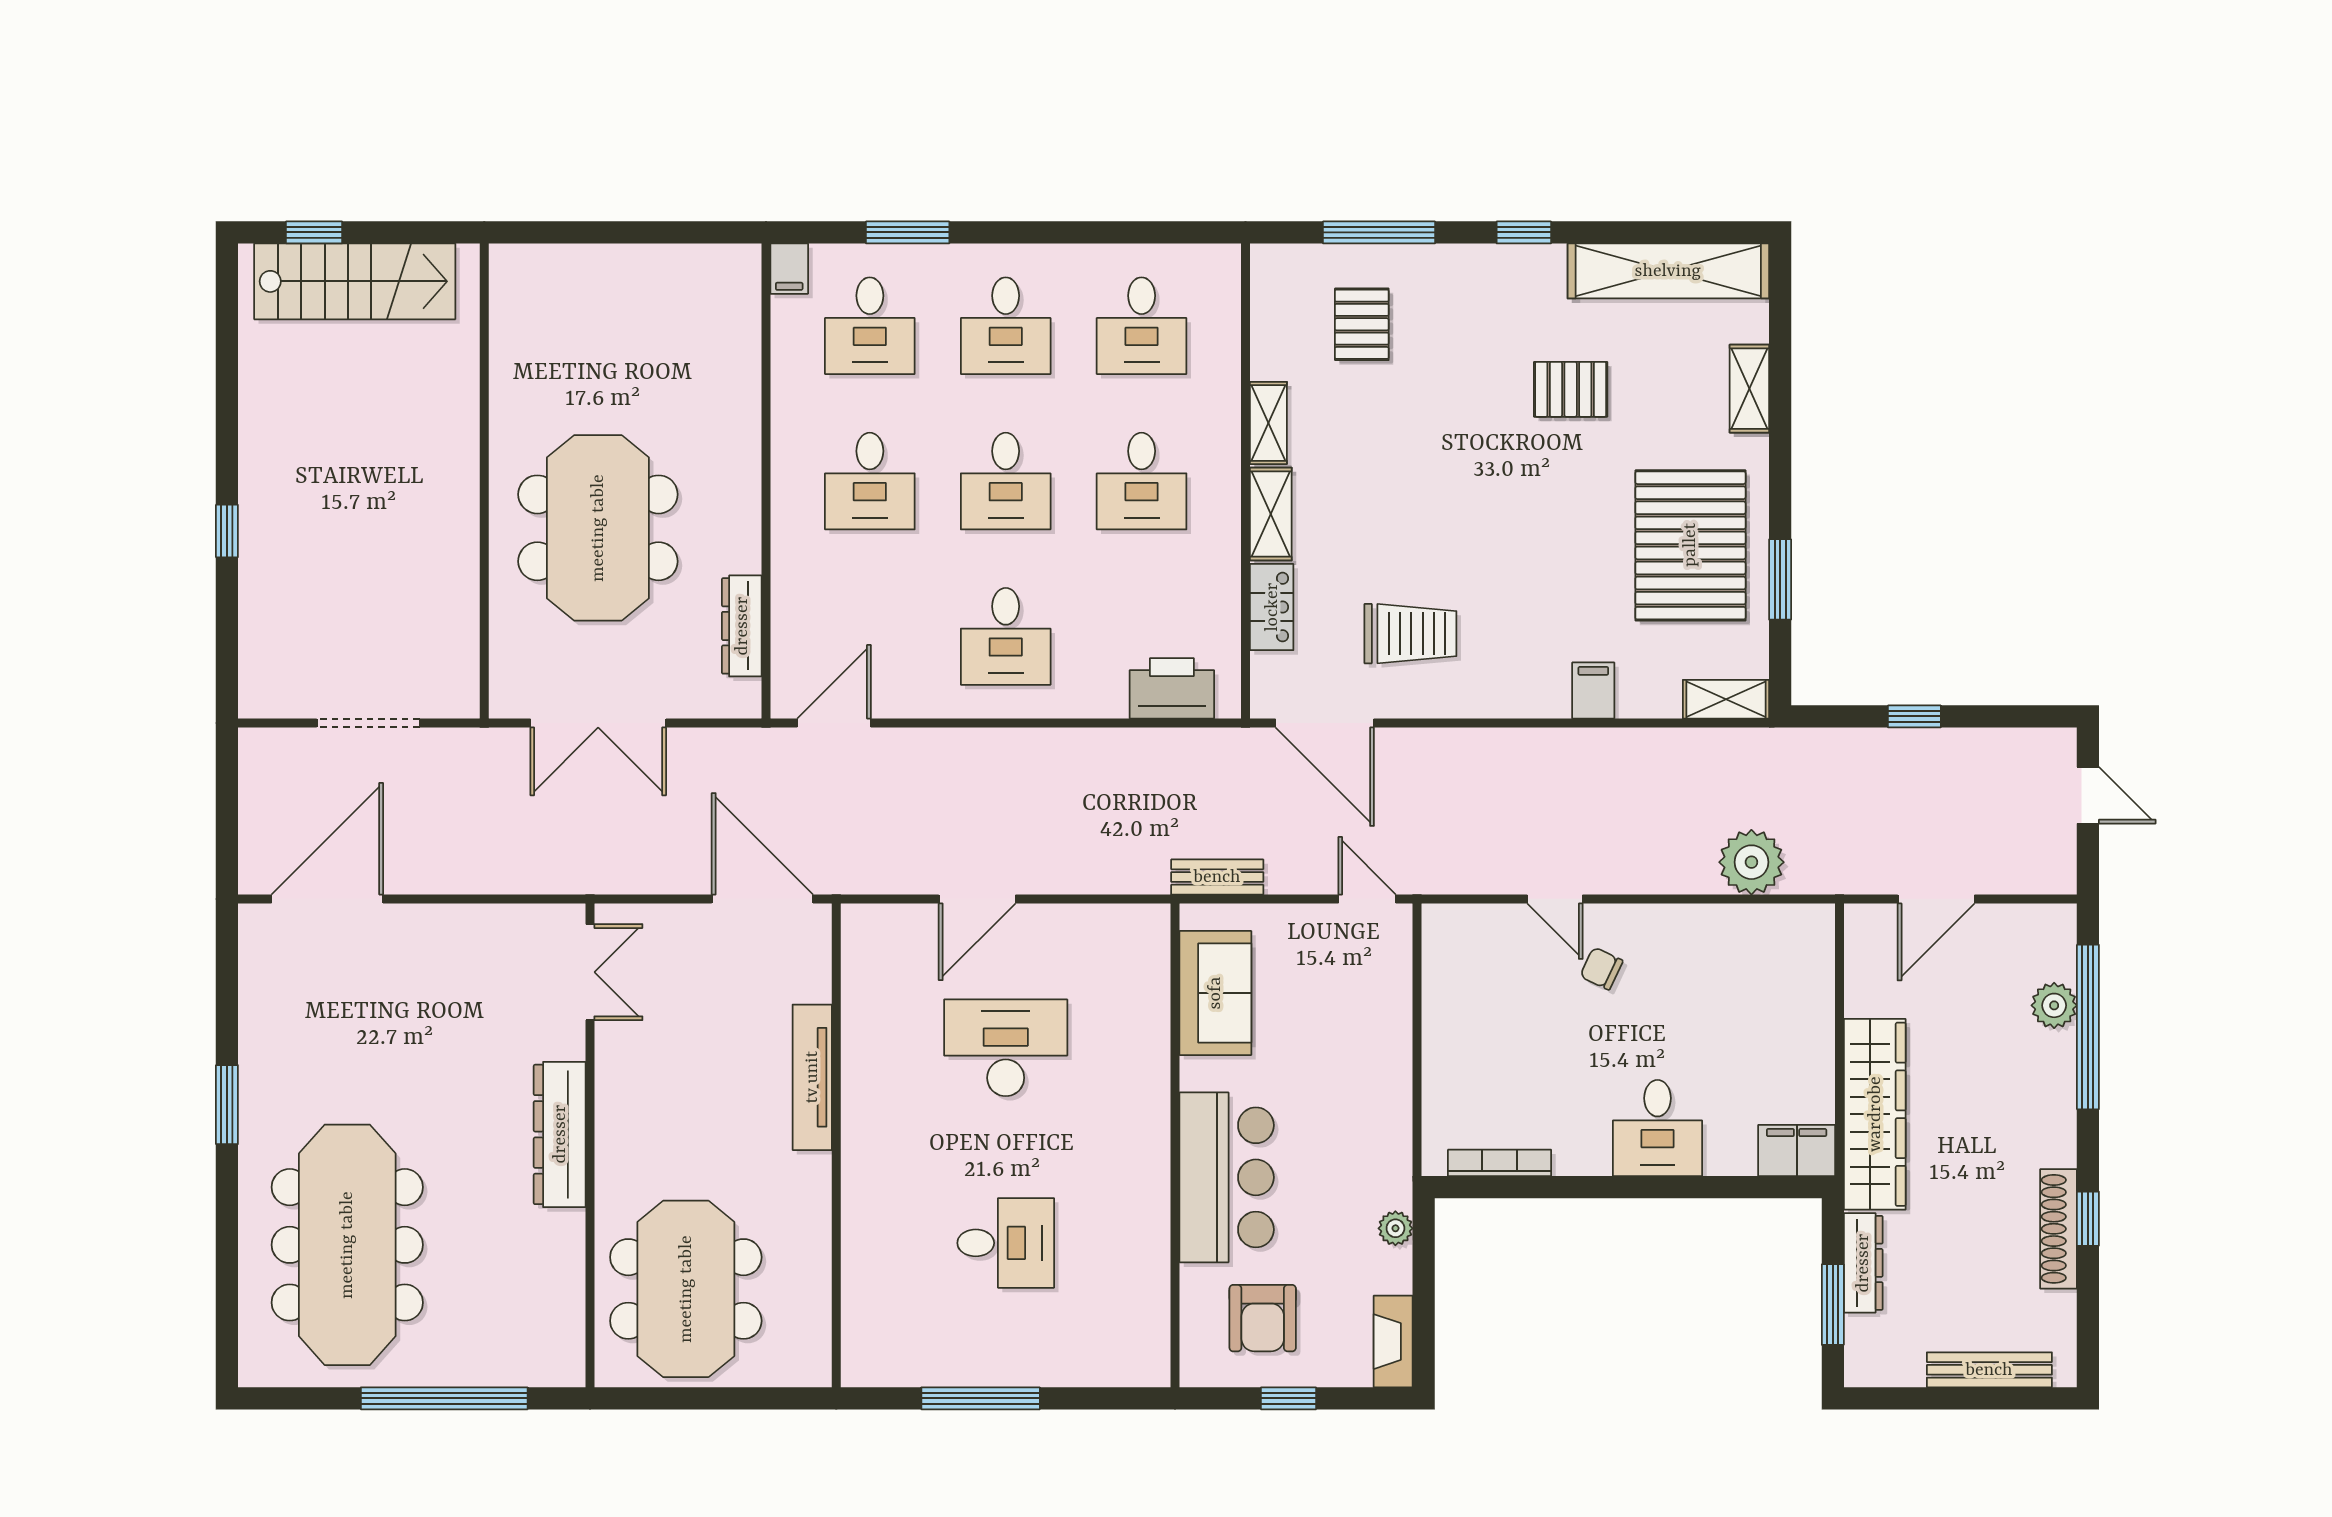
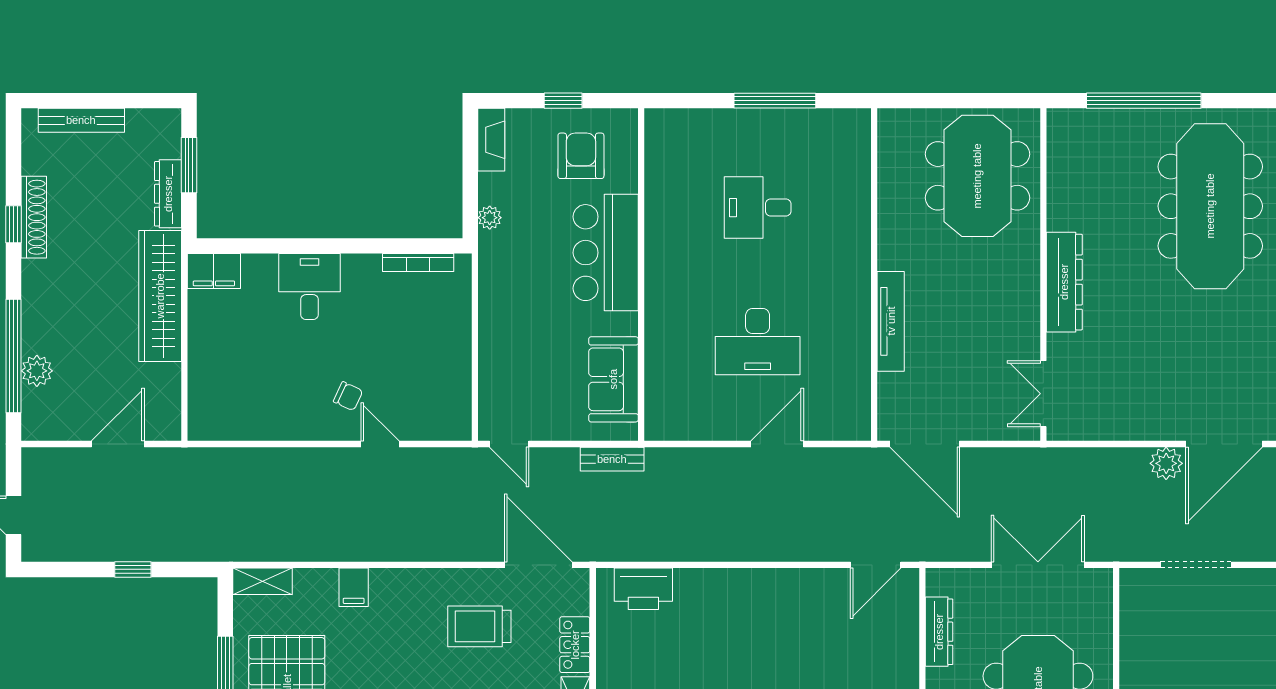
desk: (1006, 636) -> (758, 625), removed
plant: (1751, 862) -> (1166, 463), moved, width x0.73, depth x0.73

